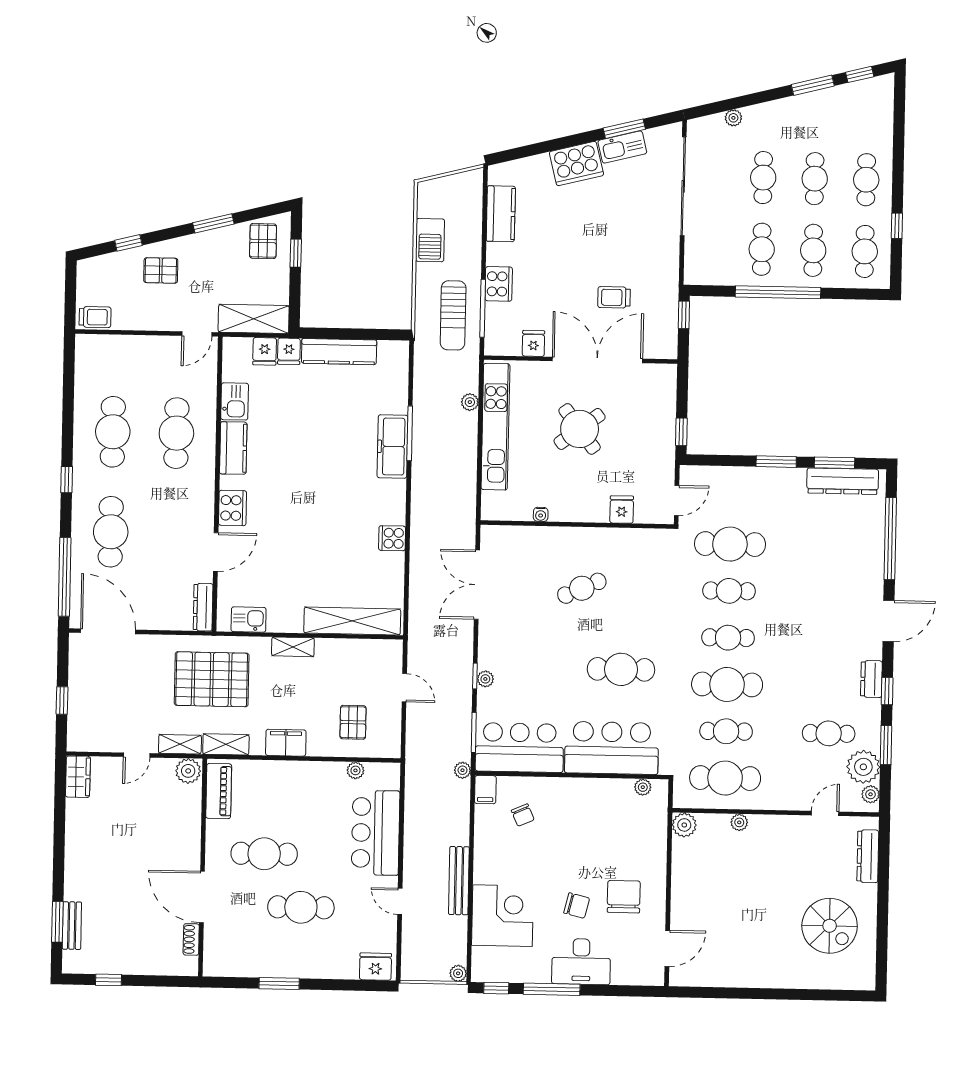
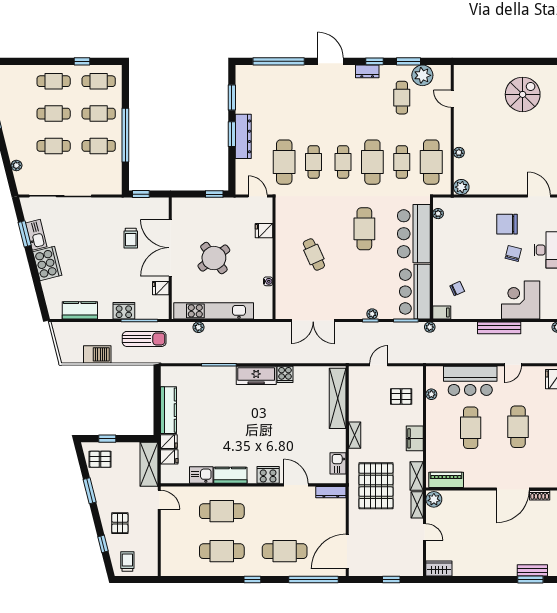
trolley: (95, 317) -> (127, 561), moved
freezer: (392, 446) -> (256, 375), moved
dresser: (843, 481) -> (243, 136), moved
plant: (871, 794) -> (440, 70), removed
cafe table: (264, 854) -> (471, 428), moved
dresser: (868, 856) -> (478, 71), removed

